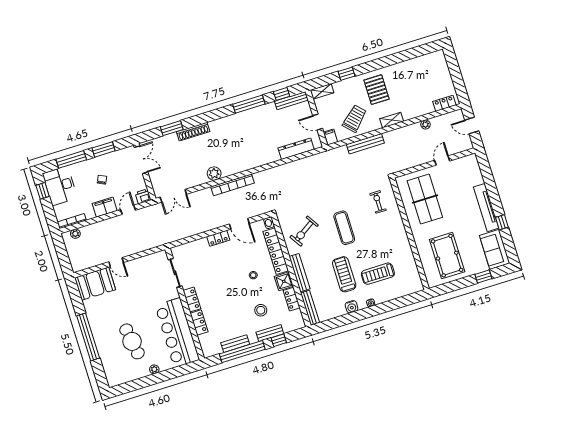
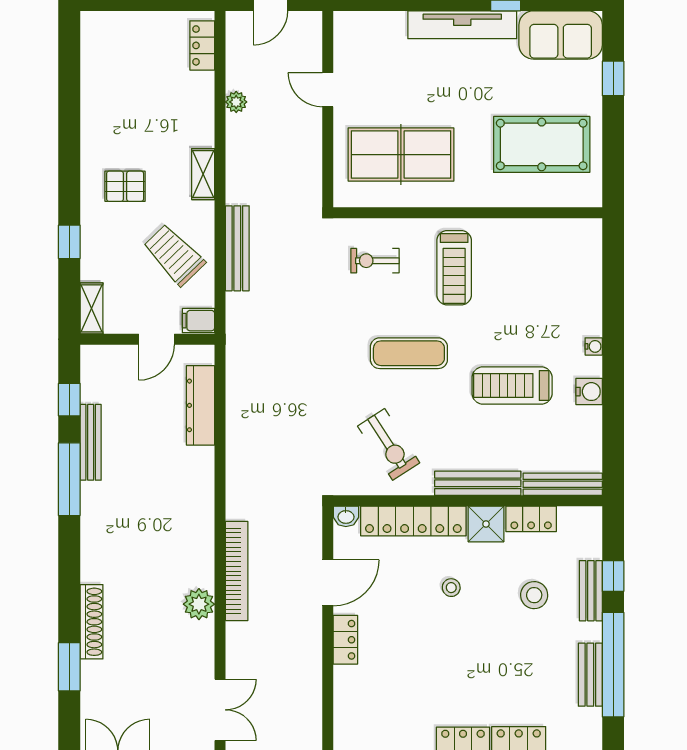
pallet: (377, 90) -> (125, 186), width x0.67, depth x0.71
bench: (291, 101) -> (91, 442), moved
treadmill: (378, 274) -> (454, 268), moved

